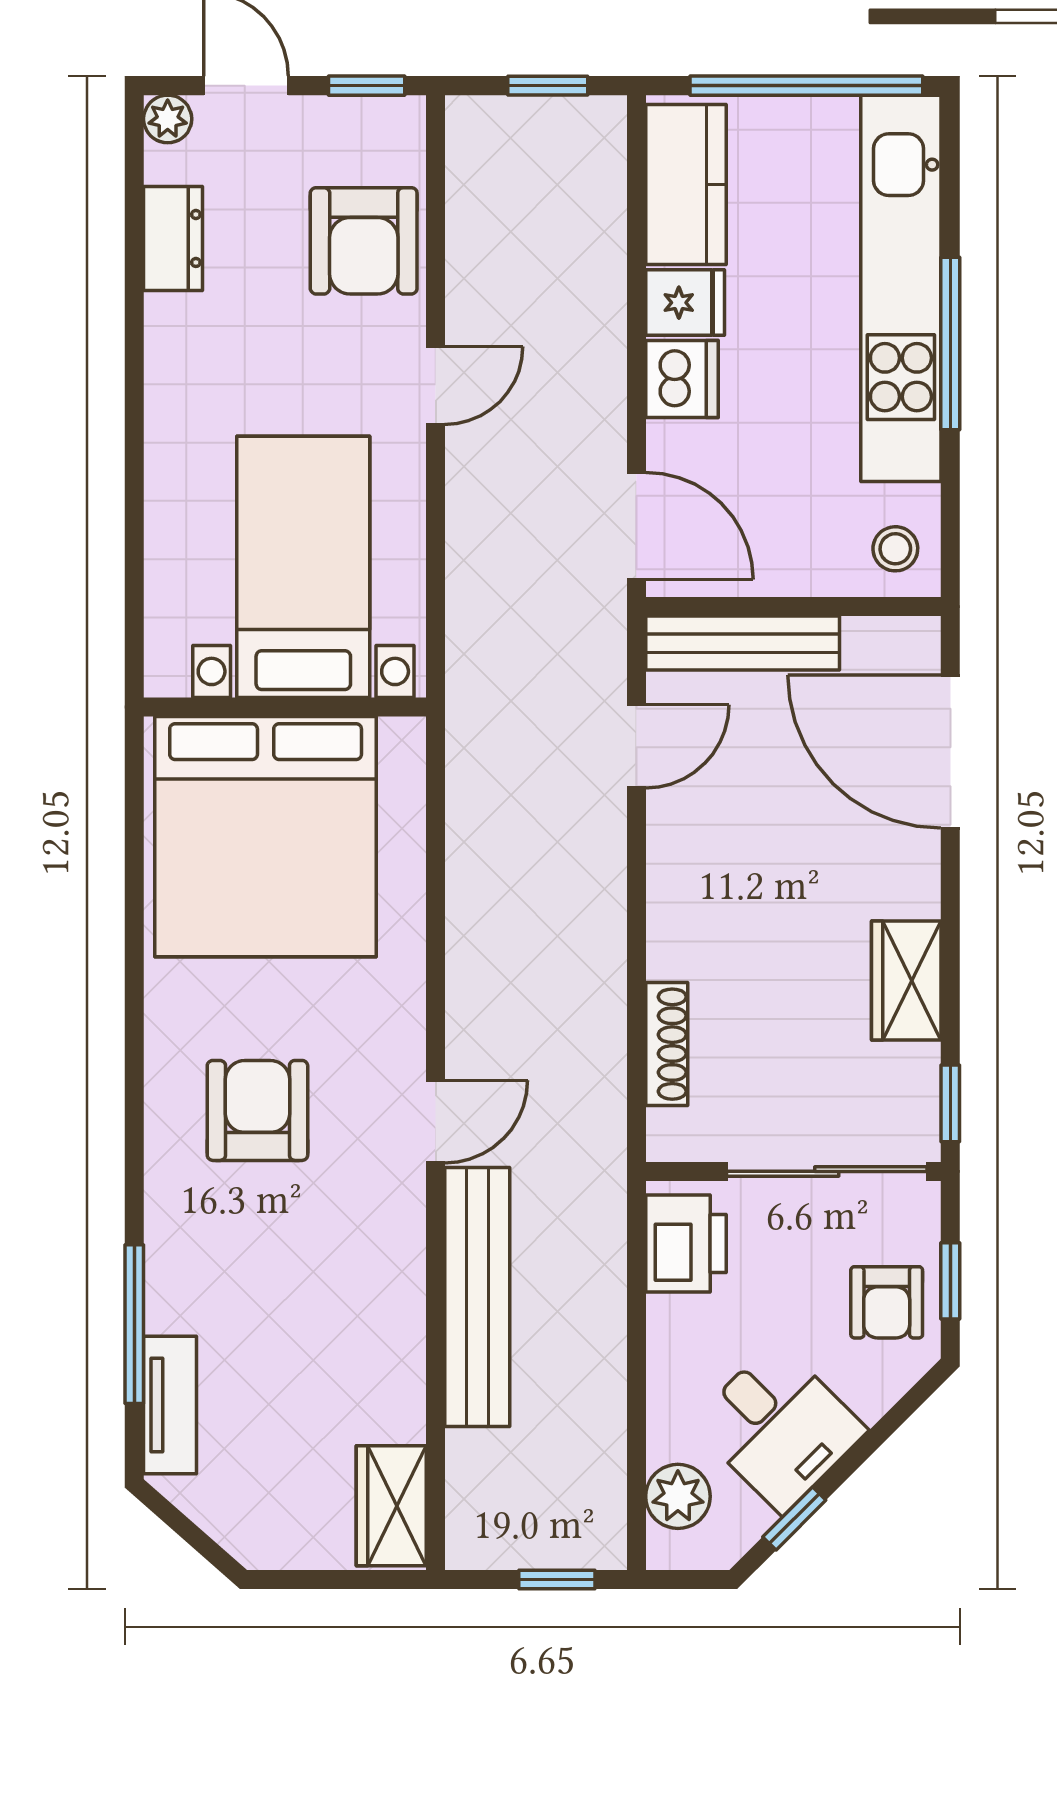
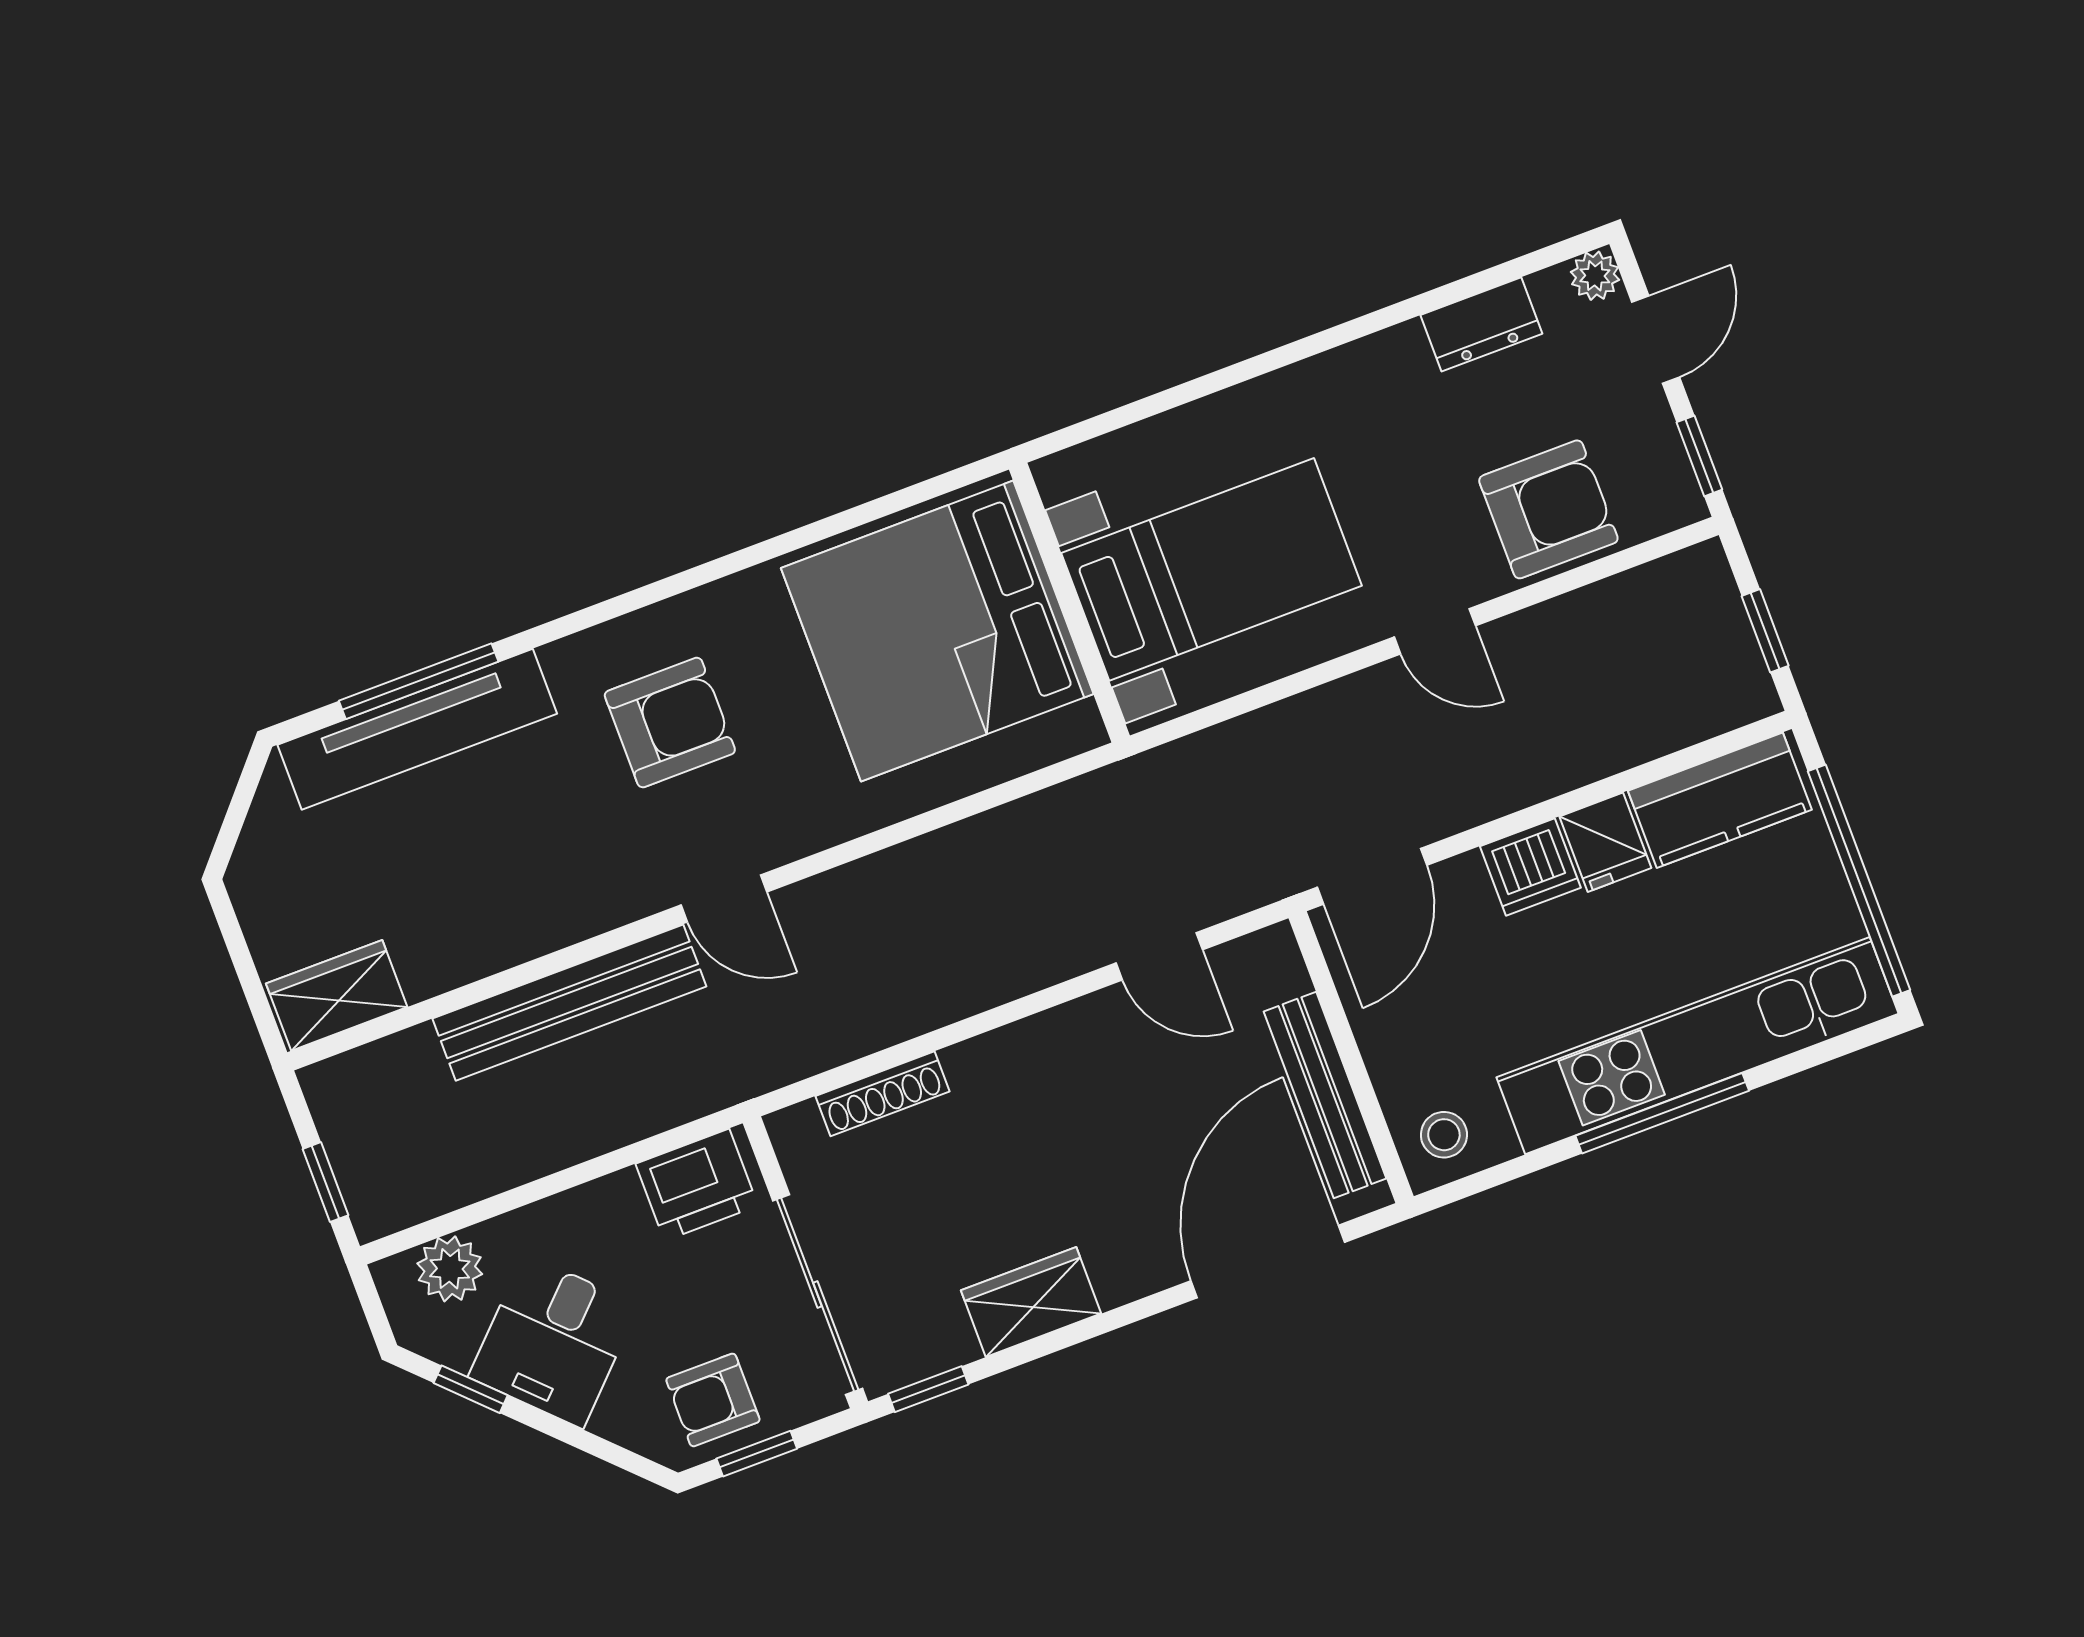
armchair: (364, 241) -> (1548, 509), turned 180
bench: (743, 643) -> (1325, 1095), moved
tv unit: (170, 1405) -> (417, 729), width x1.92, depth x1.29

